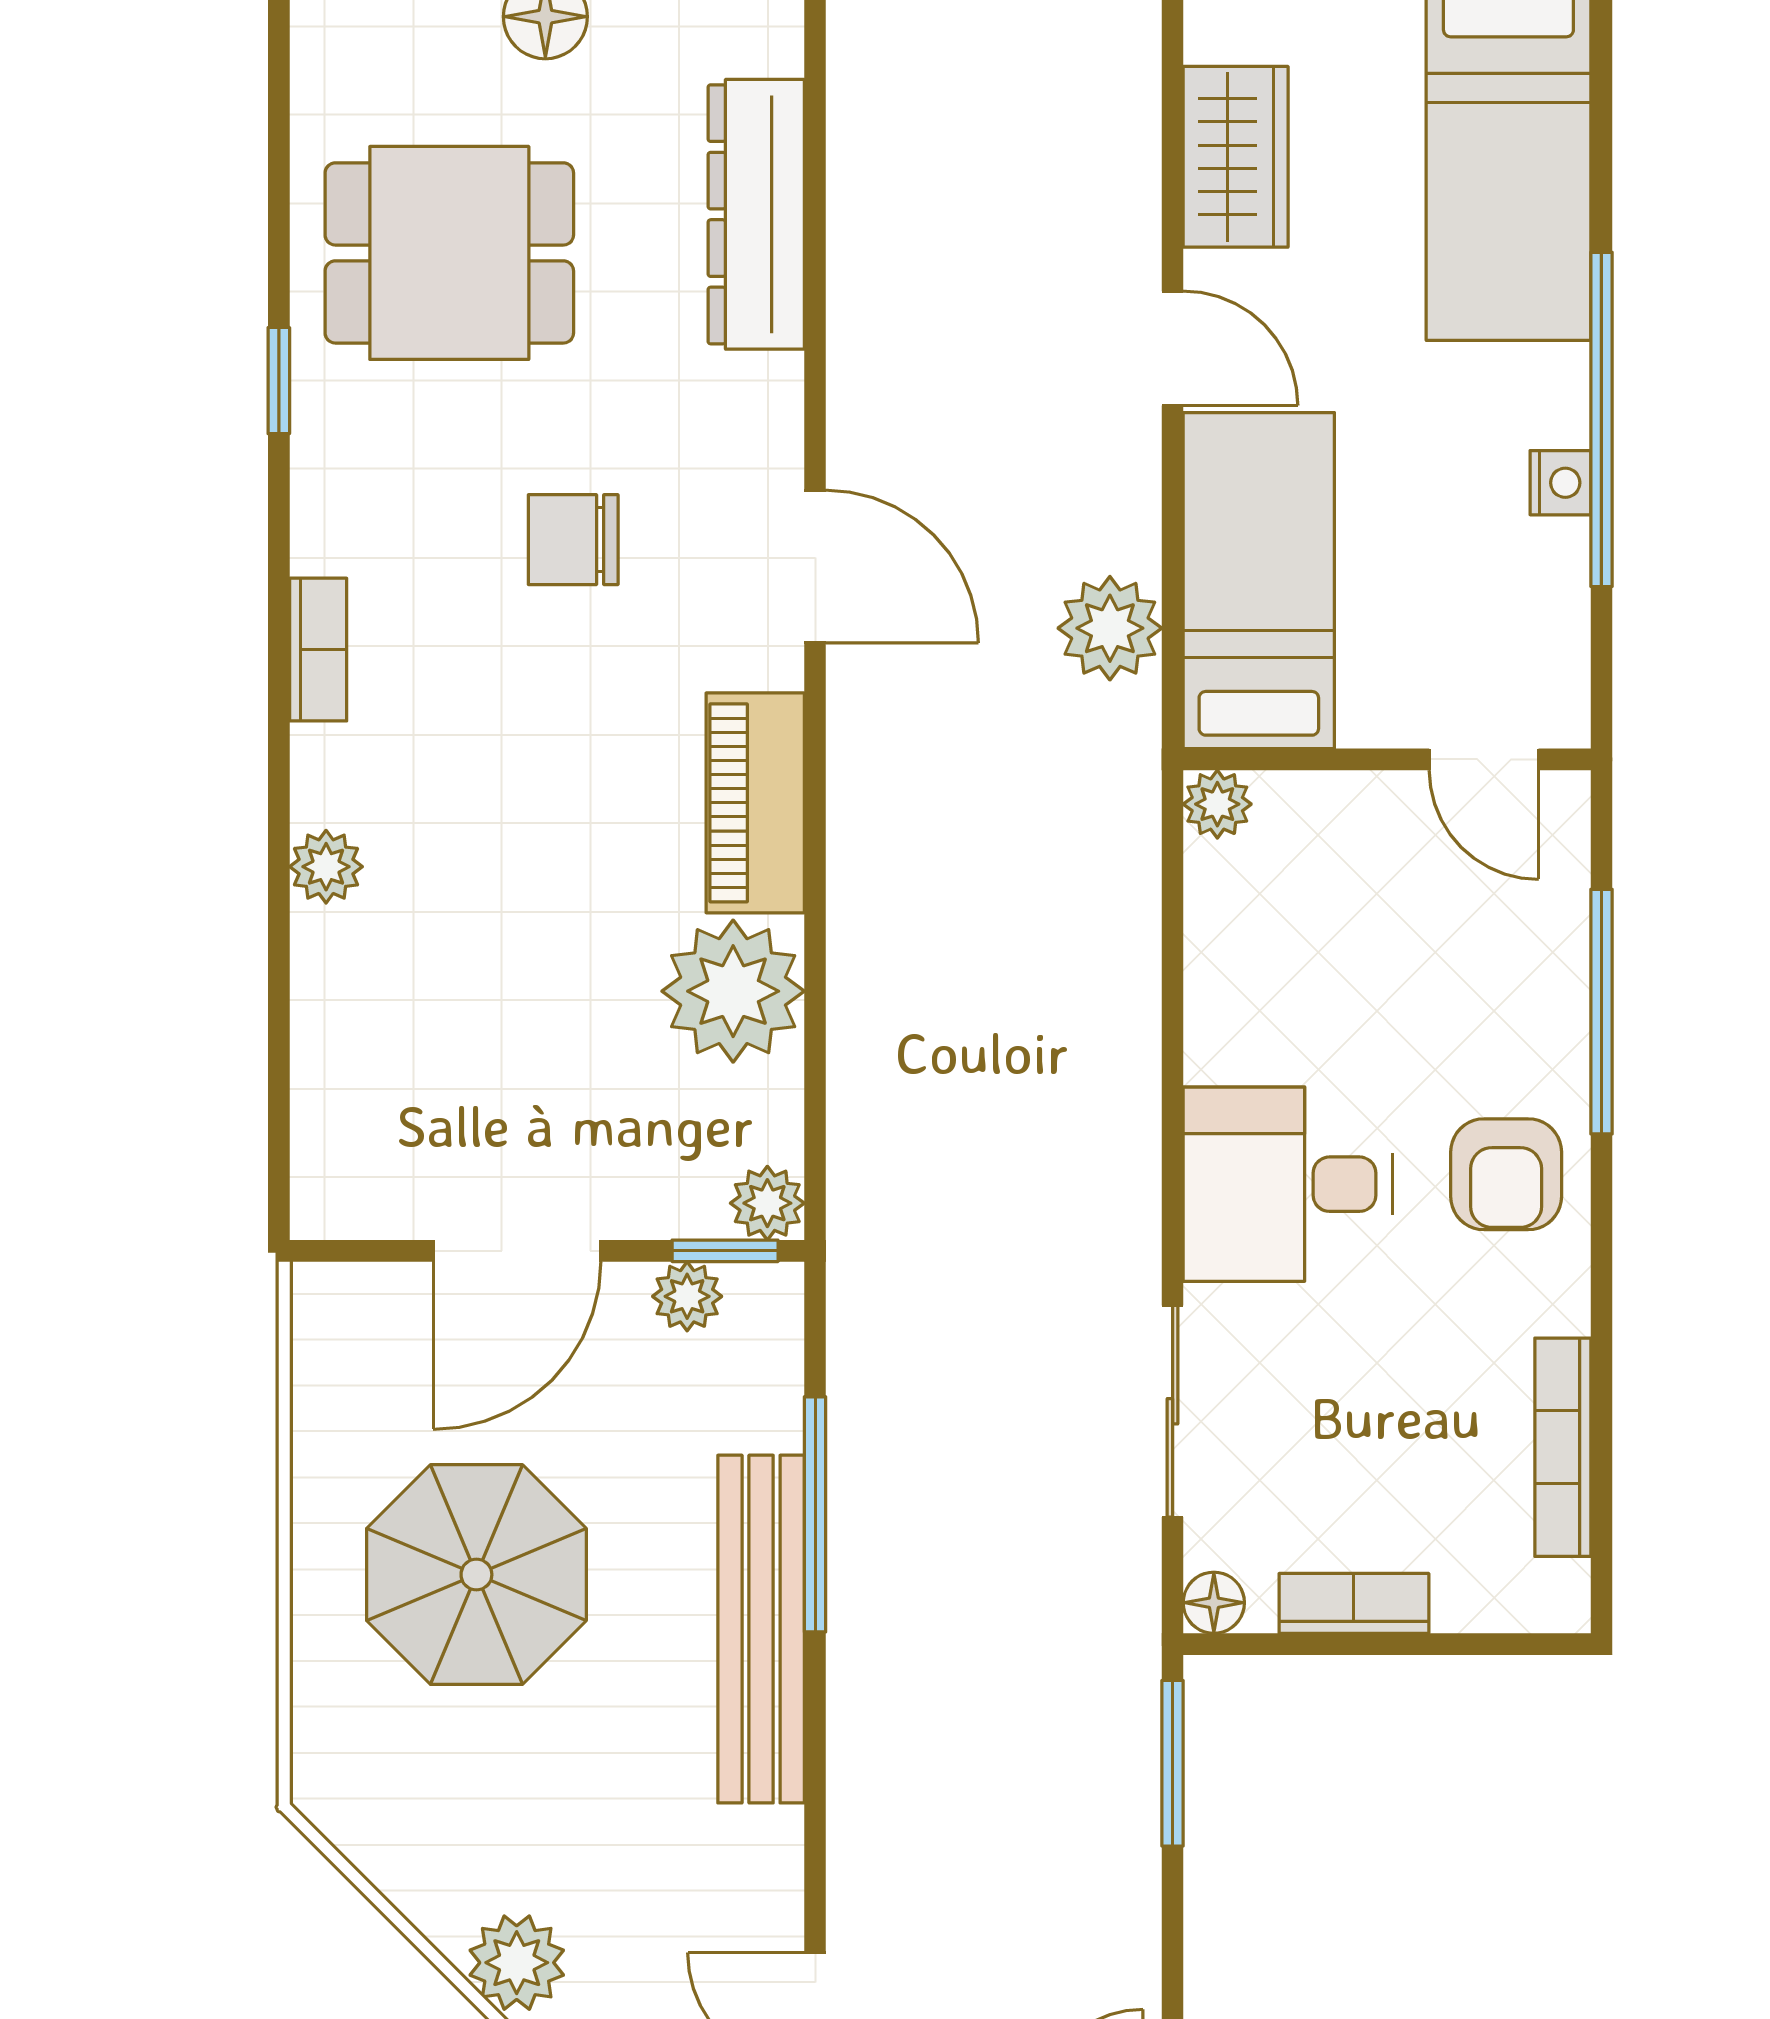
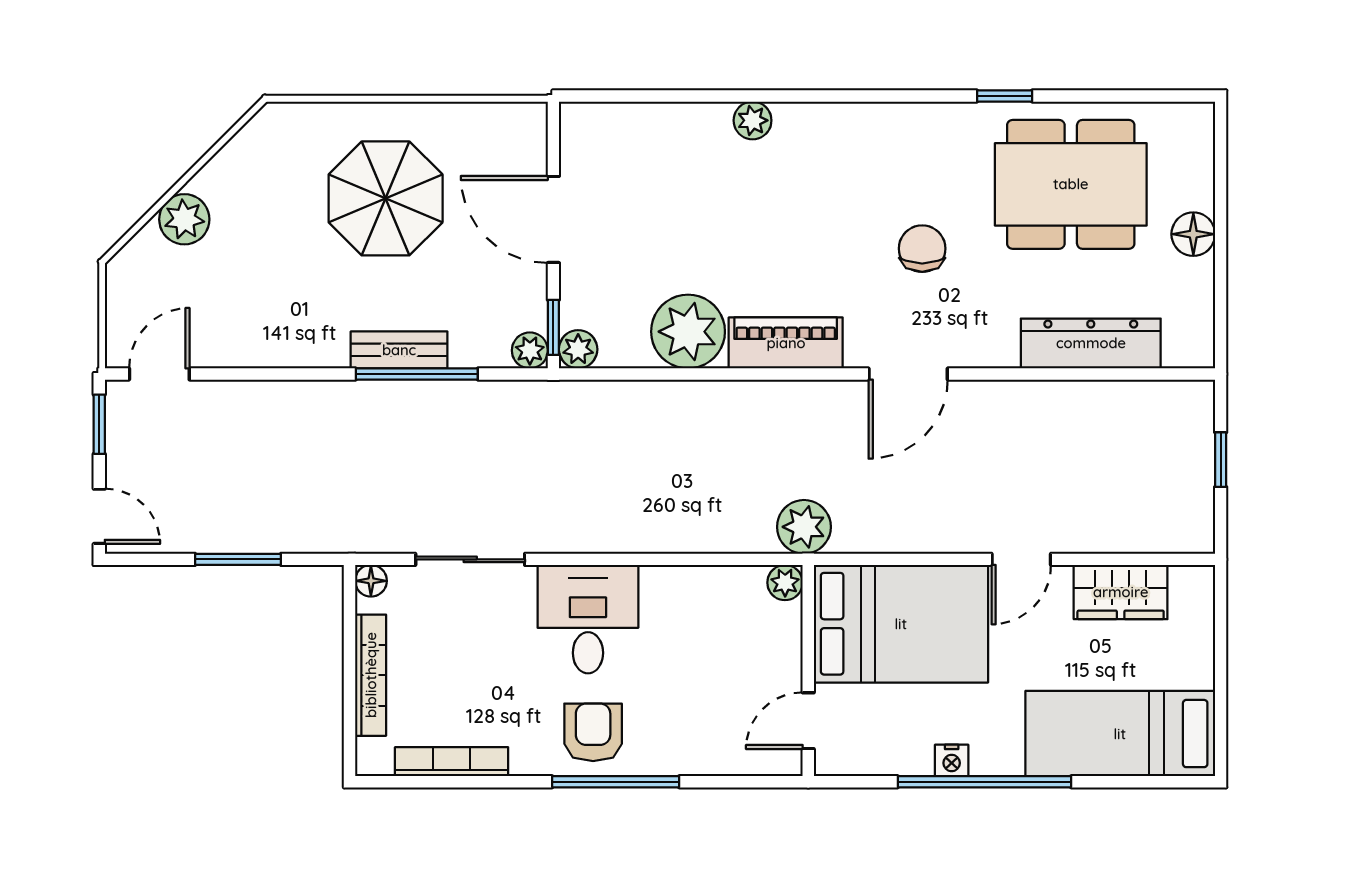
dining table: (449, 253) -> (1071, 184), width x1.37
bed: (1259, 581) -> (901, 624), width x1.50
plant: (1110, 628) -> (804, 527), moved
bookcase: (318, 650) -> (865, 116), removed
window: (1601, 1012) -> (616, 782), moved
armchair: (1506, 1174) -> (593, 732), turned 90
plant: (687, 1296) -> (530, 350), moved
bookcase: (1354, 1603) -> (371, 675), width x1.56
bench: (761, 1629) -> (399, 350), width x0.54, depth x0.82
window: (1173, 1763) -> (238, 559), moved

